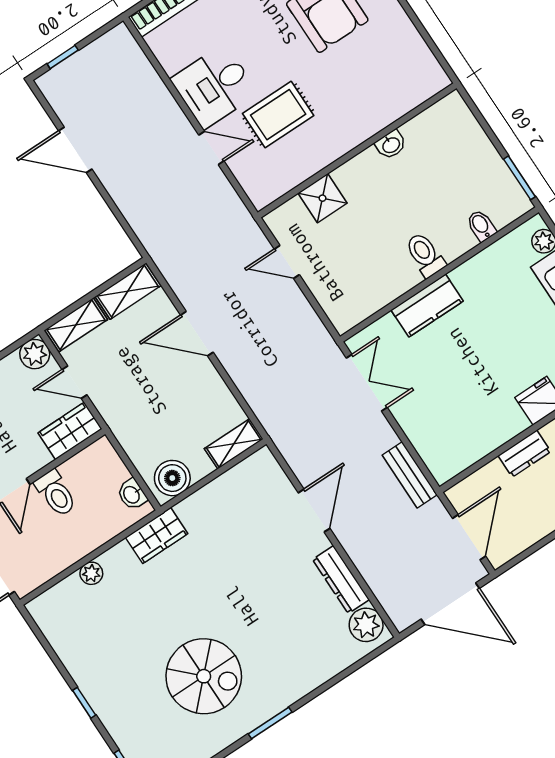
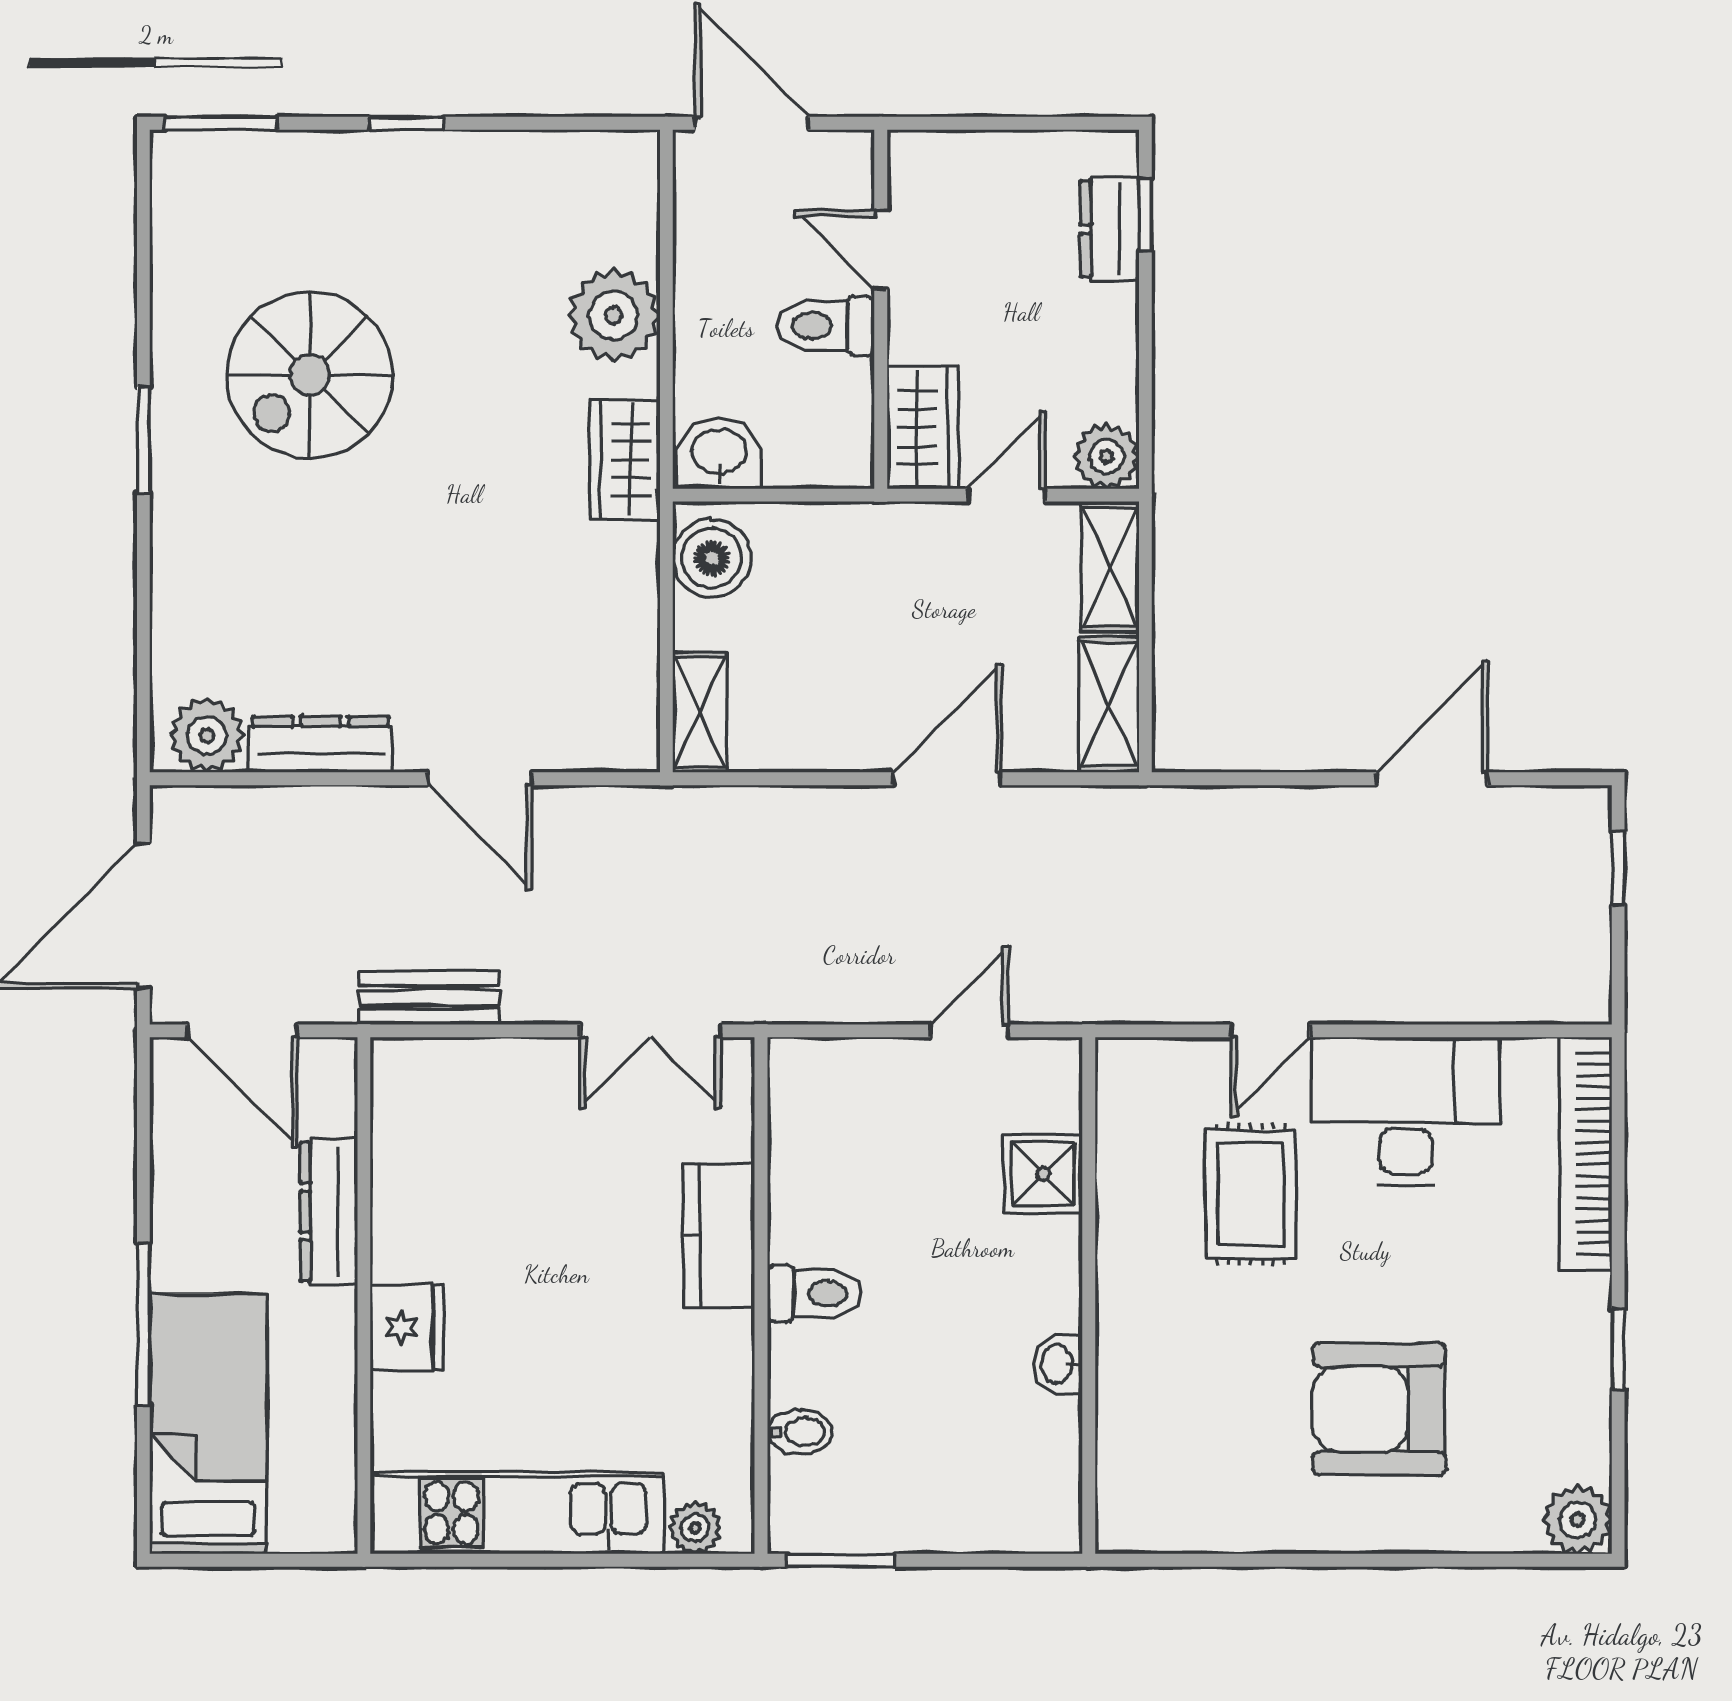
desk: (214, 86) -> (1406, 1111), width x1.37
dresser: (524, 454) -> (329, 1212), width x1.44
washbasin: (132, 494) -> (719, 453), width x1.38, depth x1.45
plant: (91, 573) -> (614, 315), width x1.87, depth x1.87

